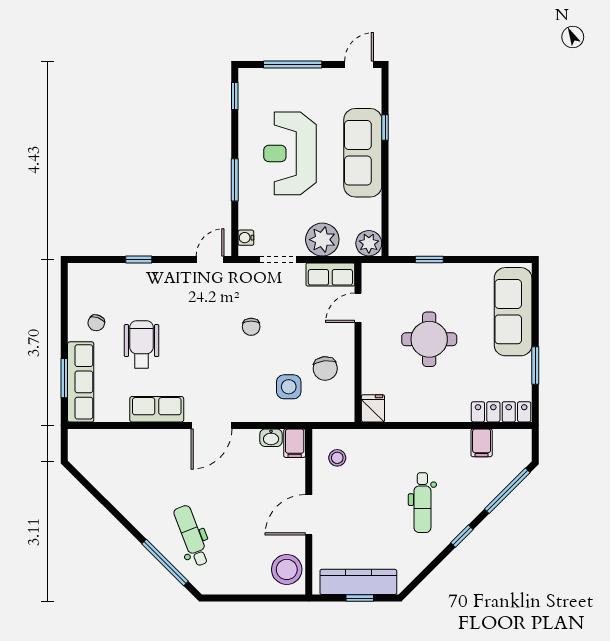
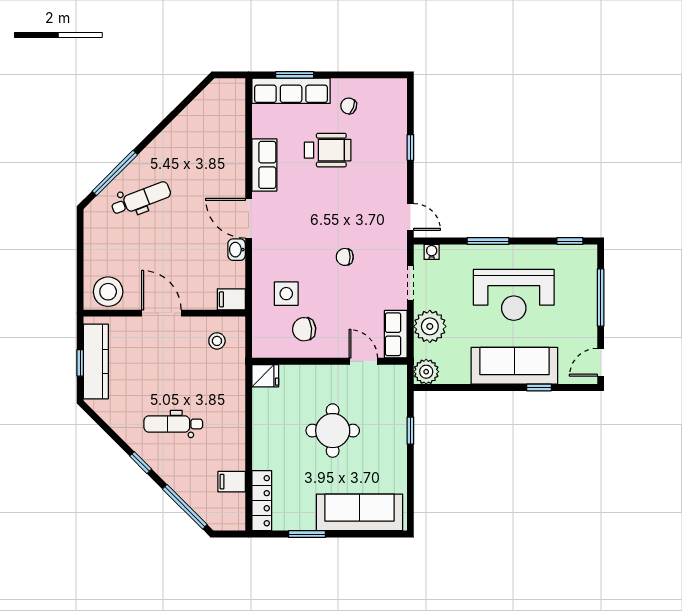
door: (359, 64) -> (601, 362), swing flipped
reception desk: (290, 153) -> (514, 295), turned 180
washbasin: (271, 438) -> (237, 250), moved

